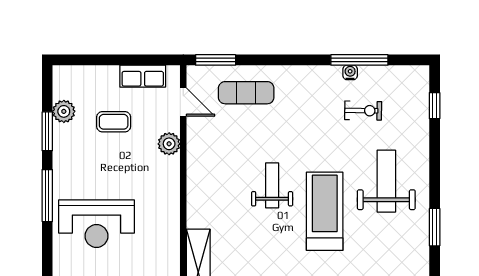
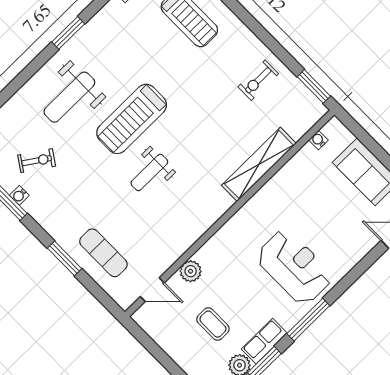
window: (216, 60) -> (65, 258), moved
row of seats: (143, 76) -> (264, 341), moved, turned -90
door: (183, 102) -> (152, 290), swing flipped
exercise bike: (363, 111) -> (37, 161), turned 123

